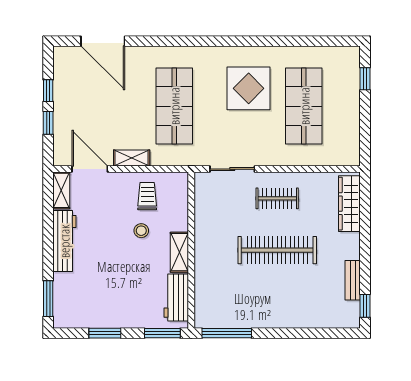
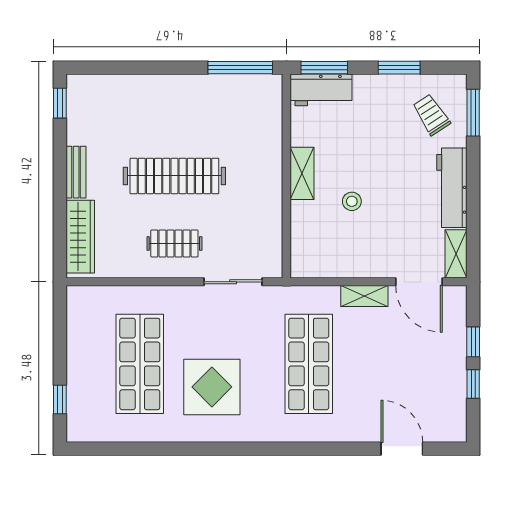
door: (103, 41) -> (402, 449), width x0.73
trolley: (147, 196) -> (431, 115), moved, turned 147
bench: (353, 280) -> (76, 172), moved
workbench: (176, 298) -> (321, 90), moved, turned 90

